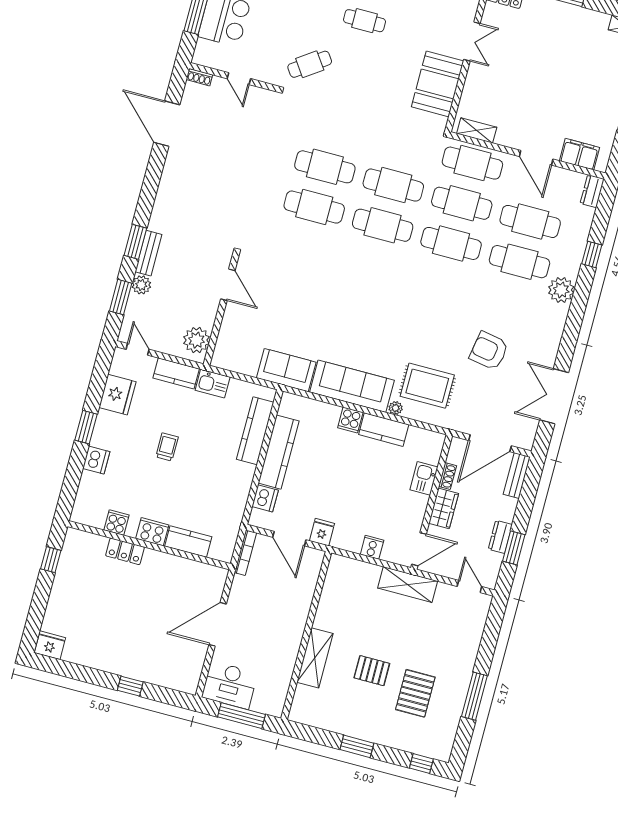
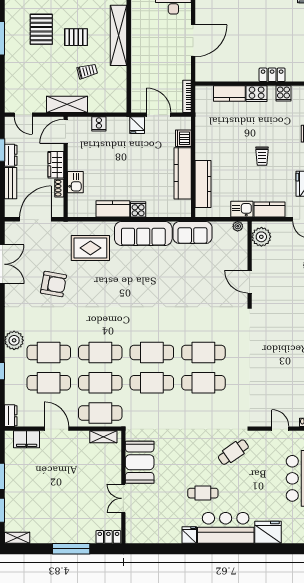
plant: (396, 408) -> (238, 226), moved
bench: (517, 475) -> (11, 183), moved
trolley: (369, 621) -> (87, 71), added
shelving: (315, 658) -> (119, 35), width x1.47

